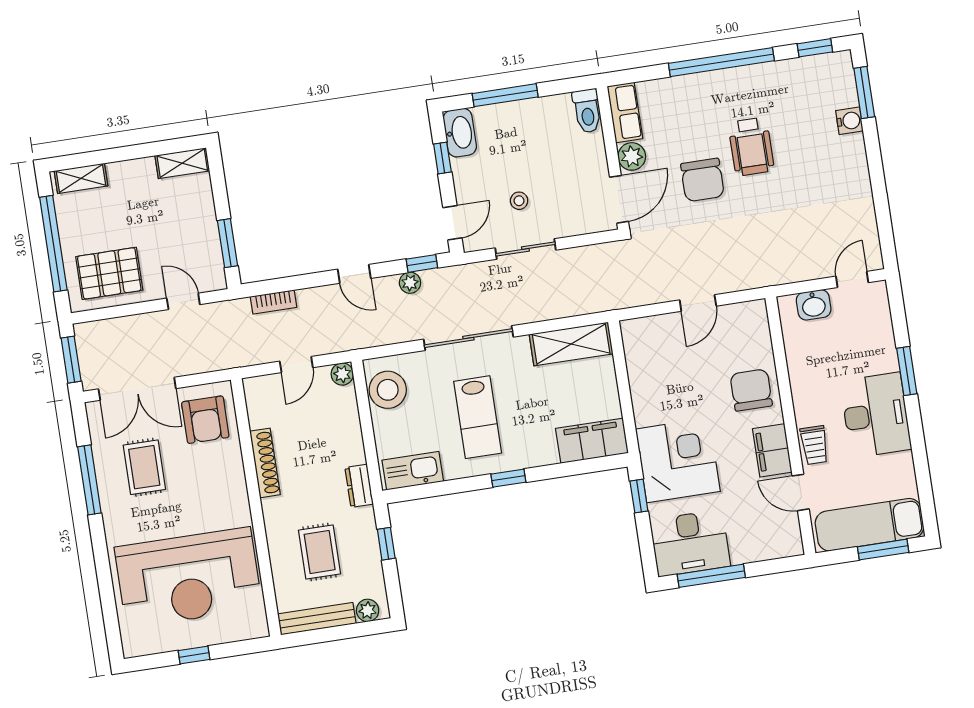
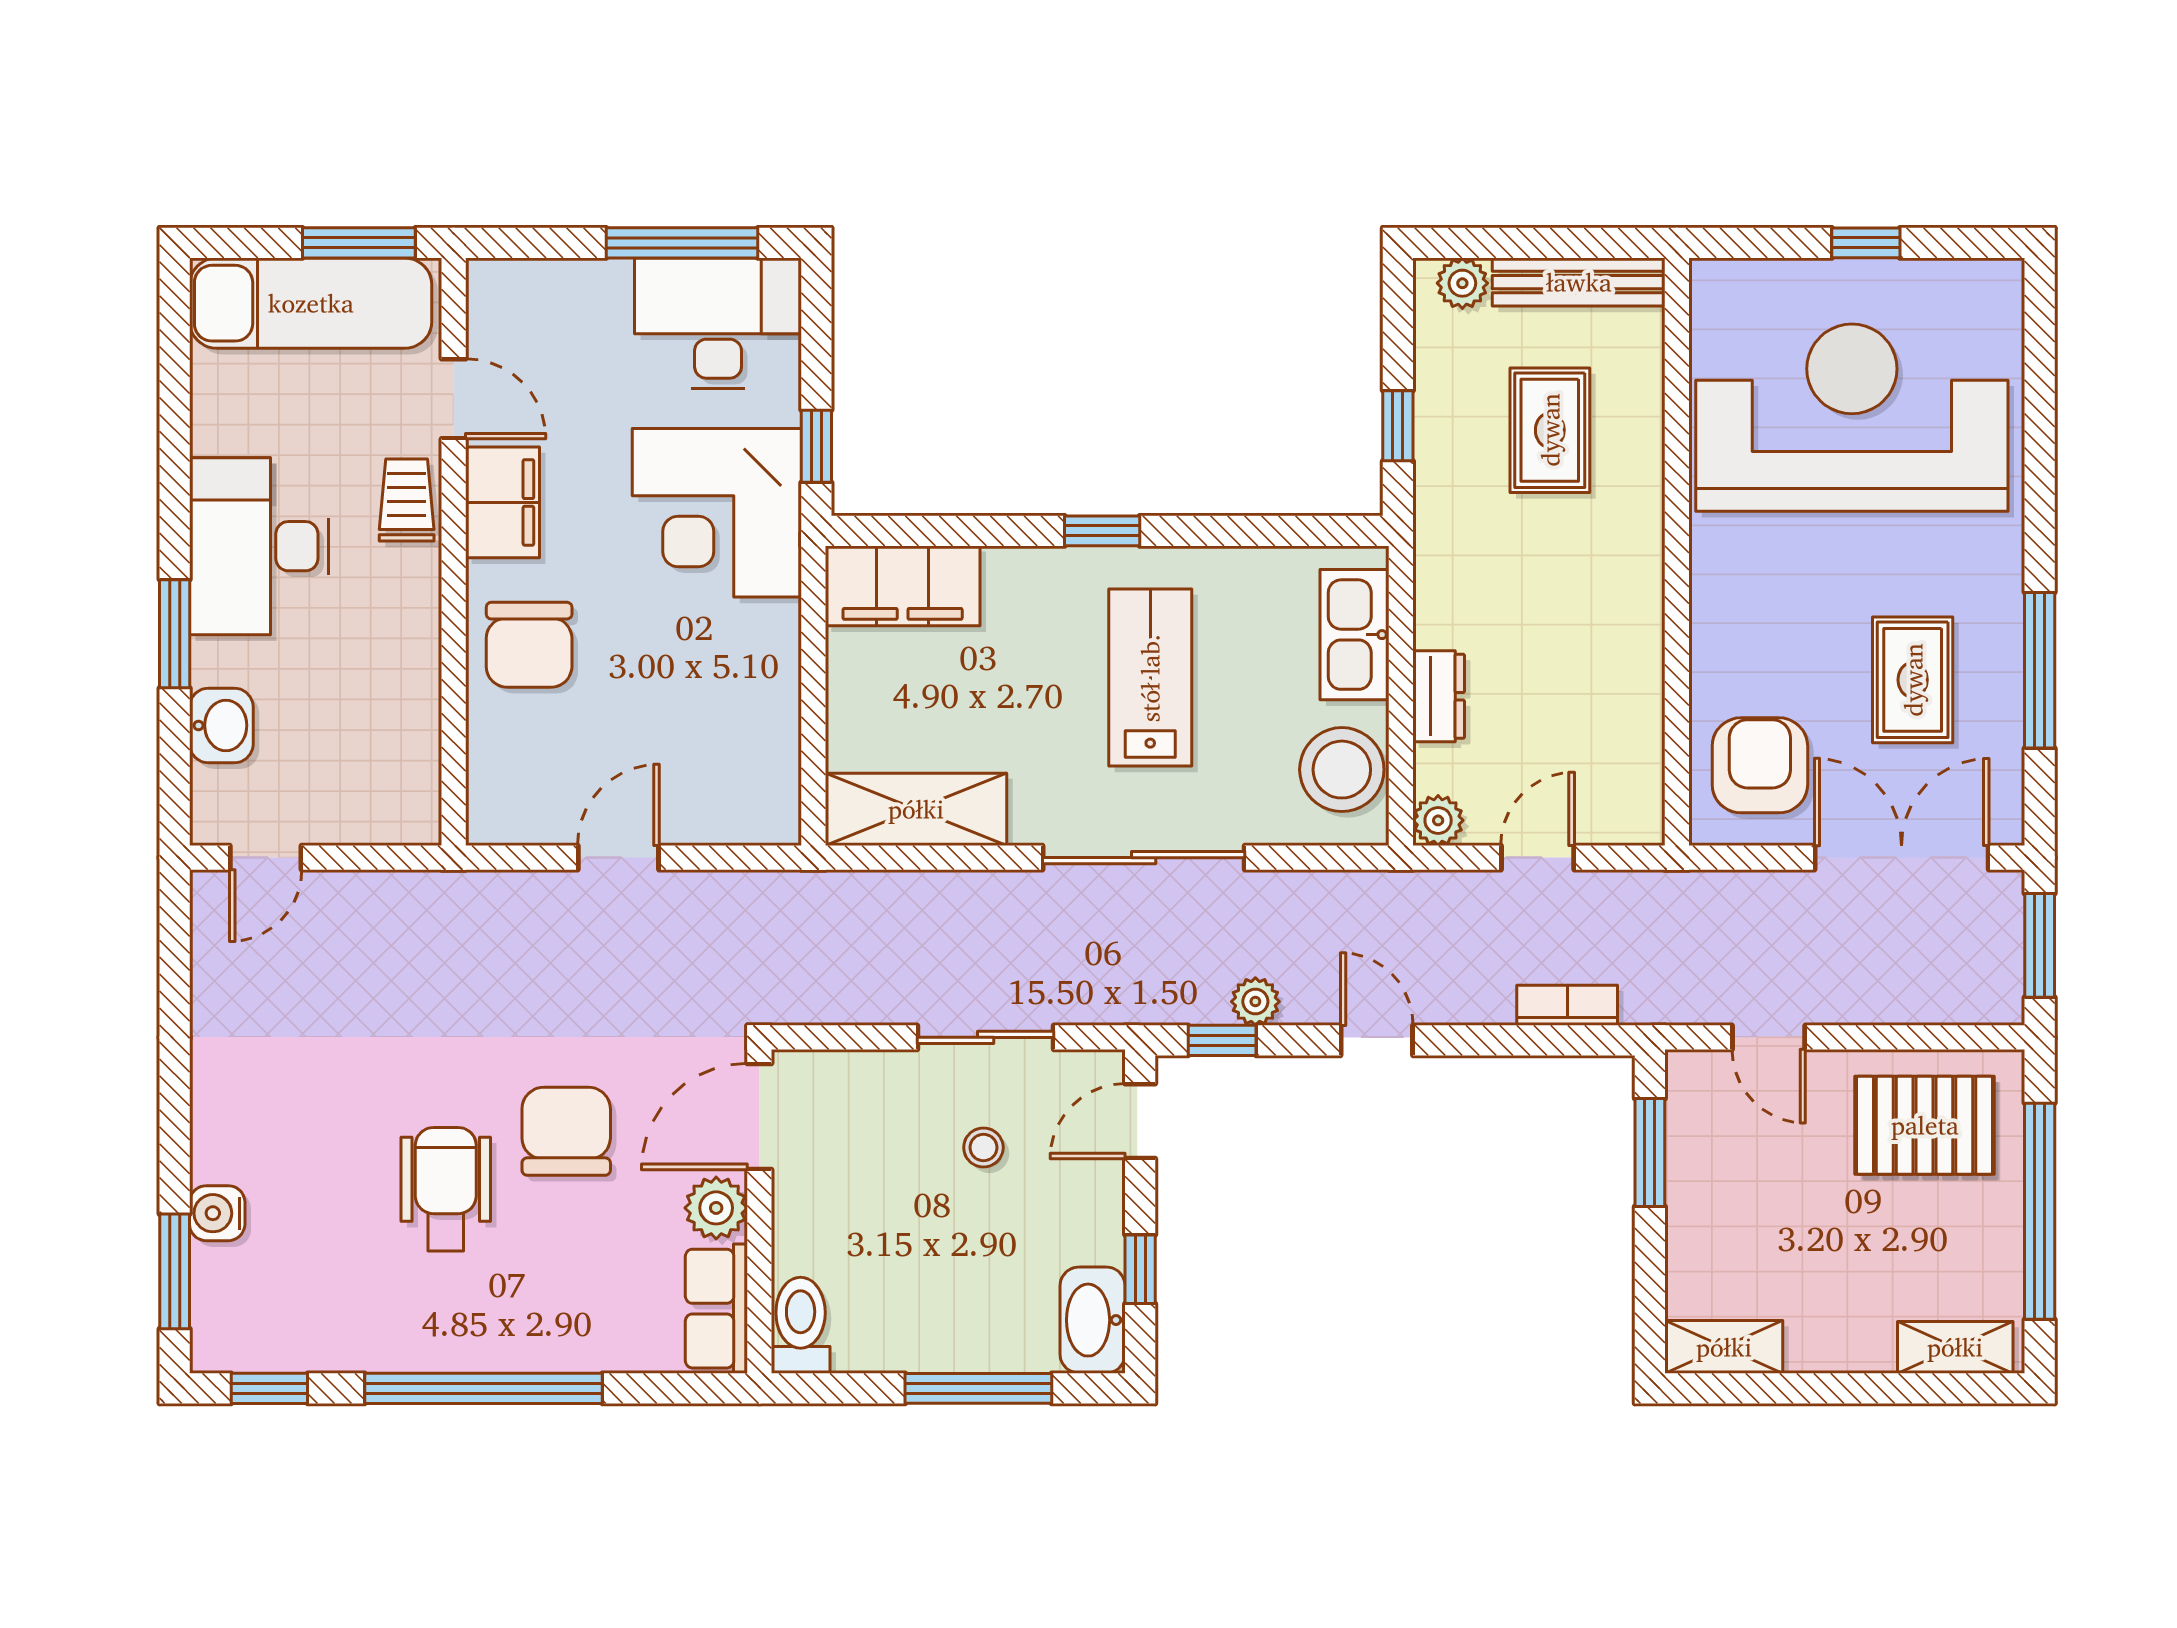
washbasin: (814, 305) -> (221, 725), moved, turned 90
shoe rack: (265, 463) -> (1641, 648), removed
kitchen sink: (413, 471) -> (1355, 635), moved, turned 90
dresser: (359, 486) -> (1439, 696), moved
window: (883, 550) -> (359, 243), moved

